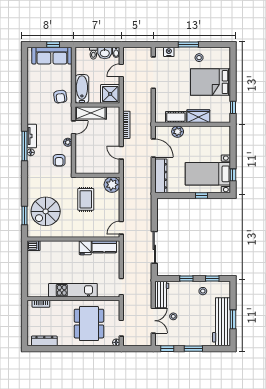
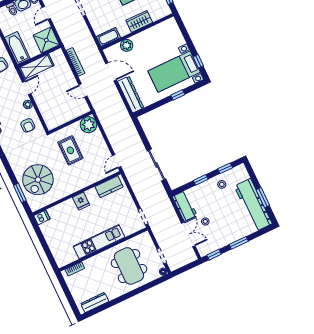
cot: (176, 117) -> (108, 37), moved
fridge: (85, 248) -> (81, 201), moved

